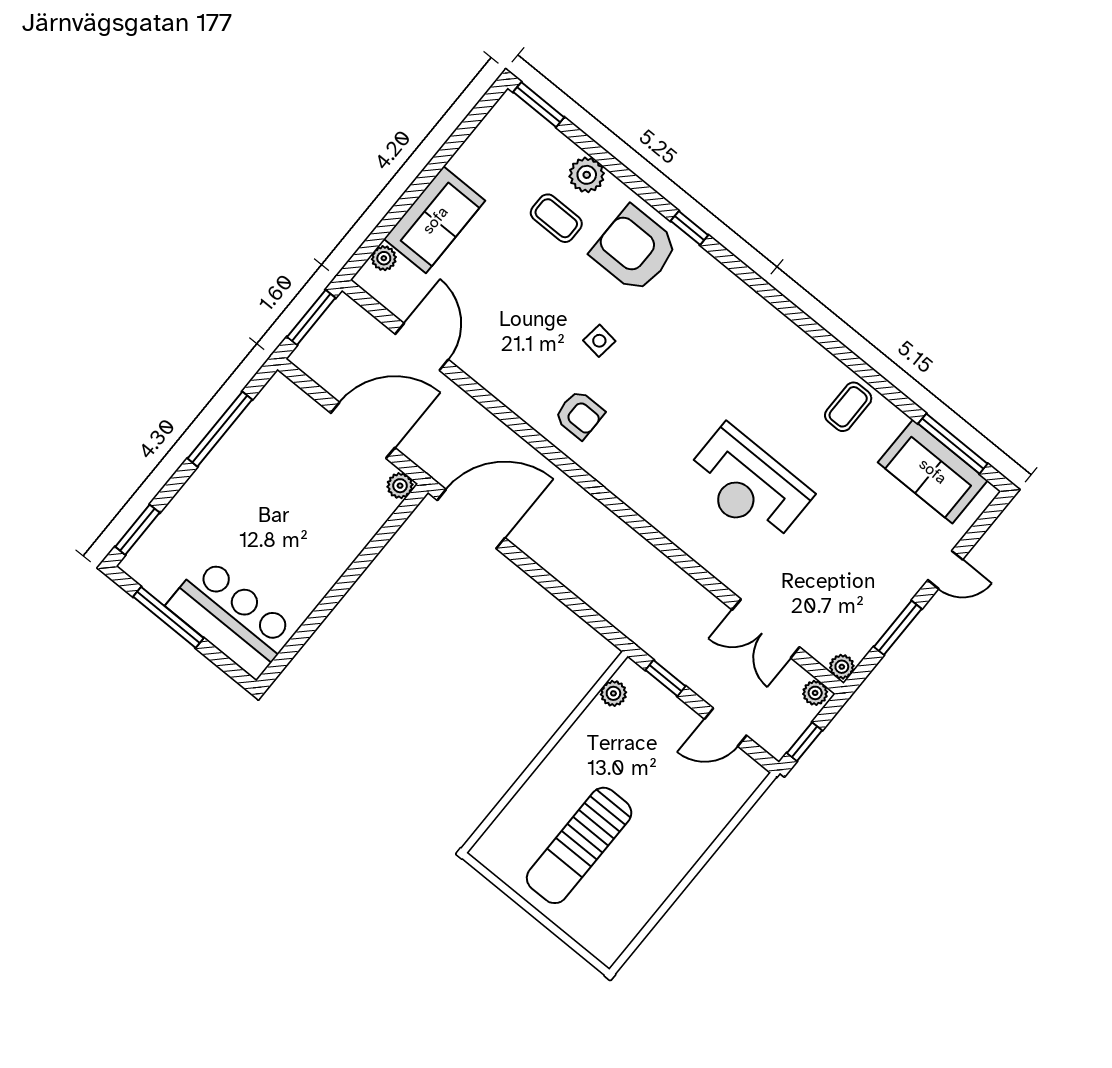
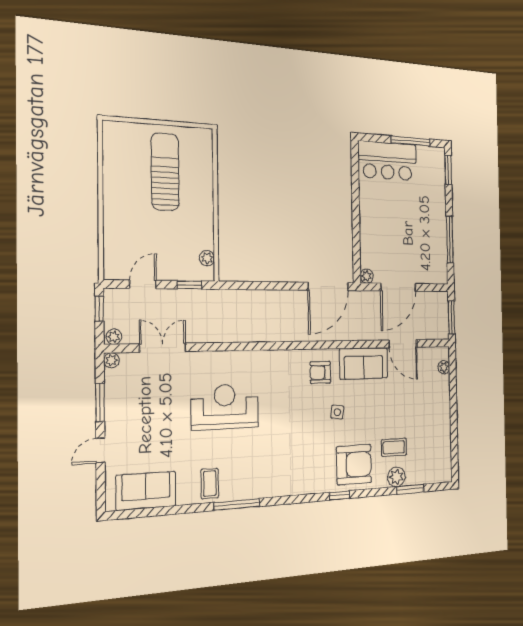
window: (539, 105) -> (410, 489), moved
sofa: (435, 220) -> (364, 363), moved, turned -90
window: (953, 444) -> (237, 504), moved

